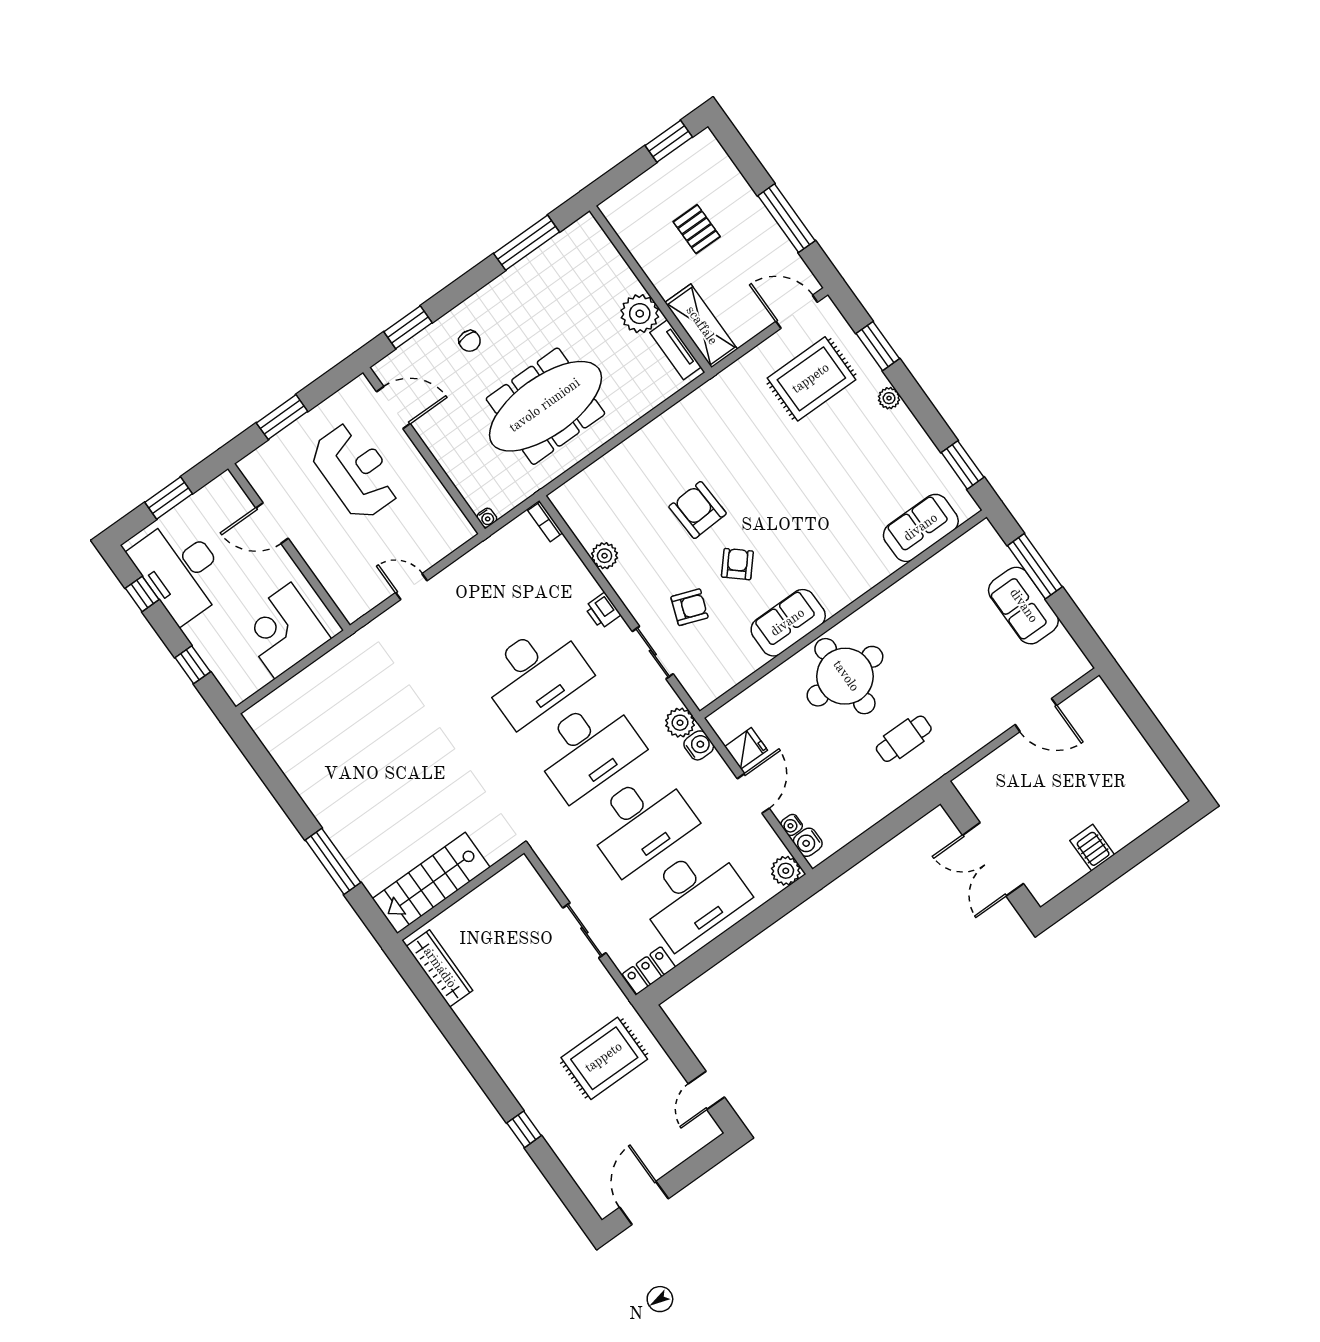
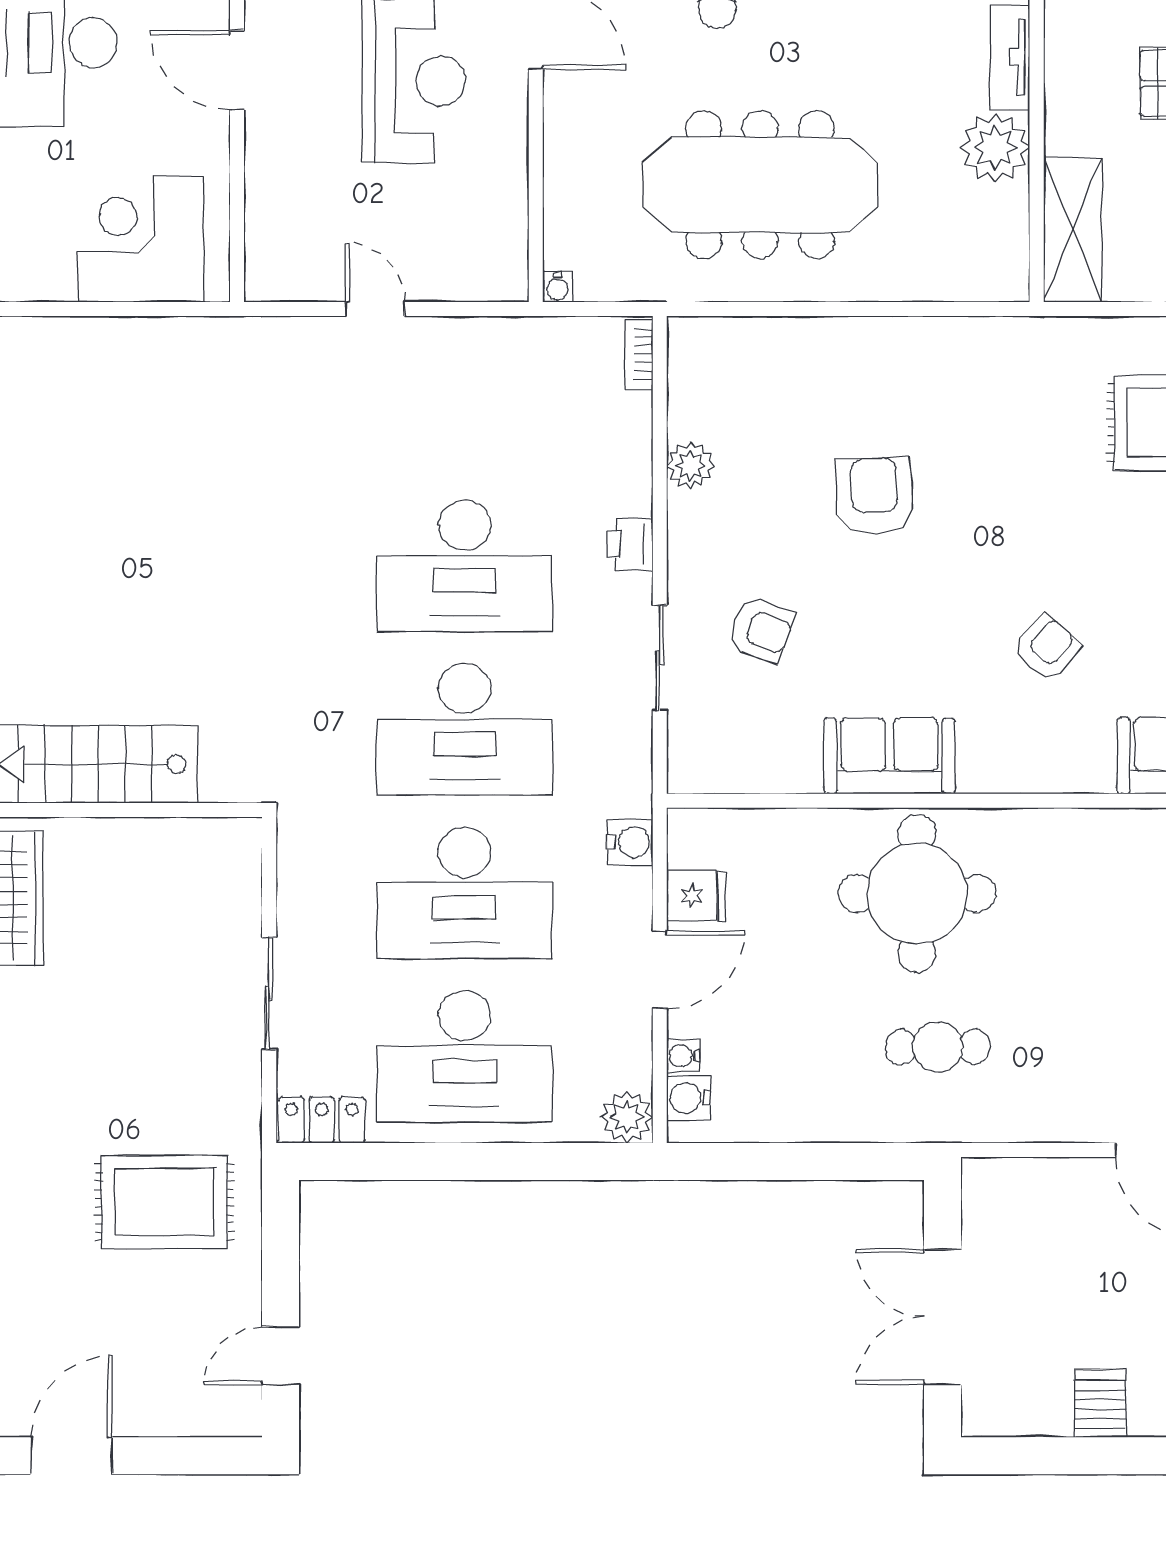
tv unit: (676, 350) -> (1010, 57), moved
armchair: (737, 564) -> (1047, 648), moved
plant: (680, 723) -> (626, 789), removed

